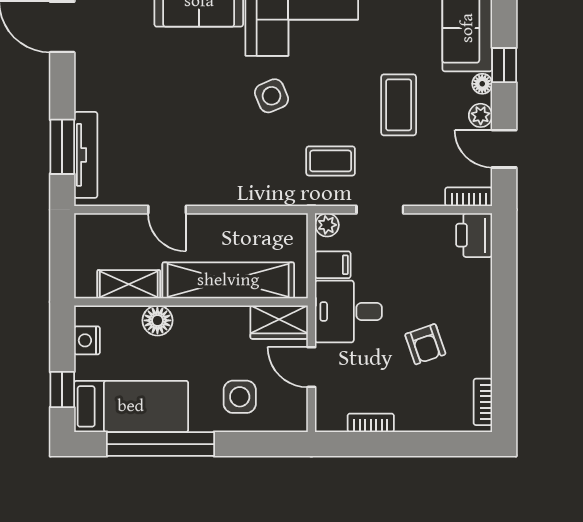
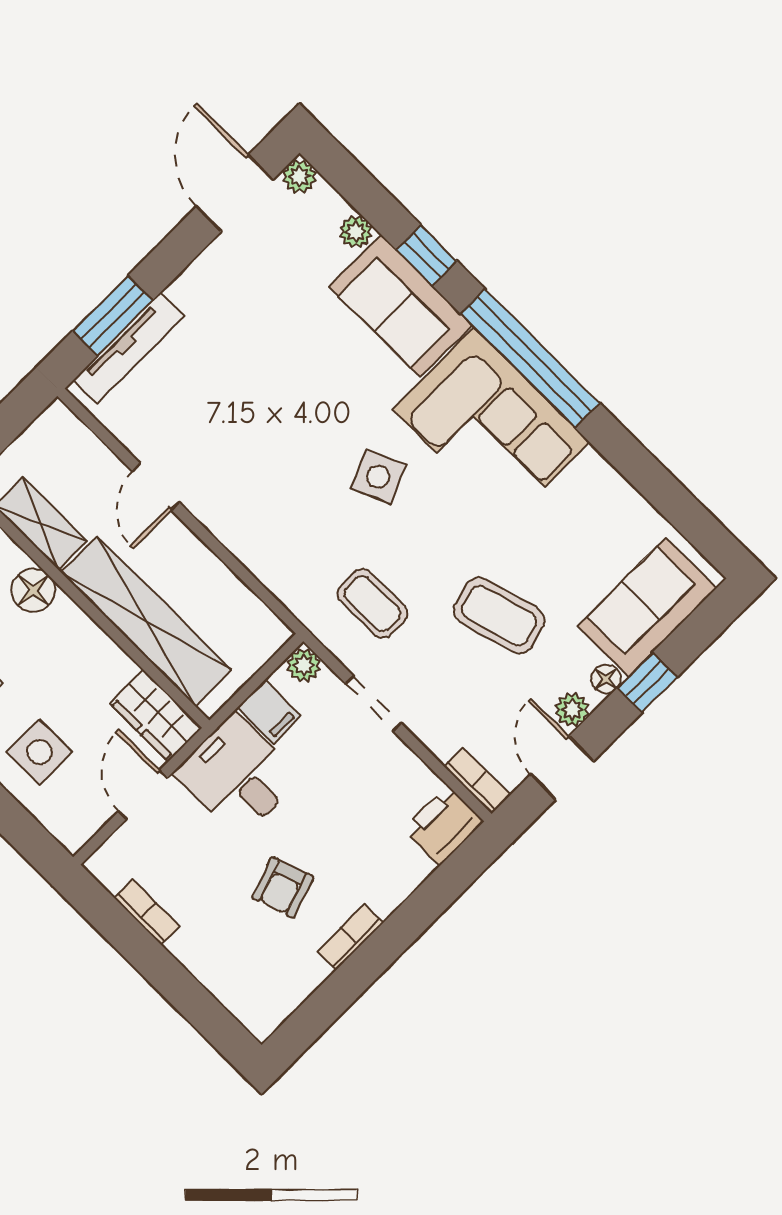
coffee table: (399, 105) -> (499, 615), turned 74
bookcase: (483, 402) -> (350, 937), moved

